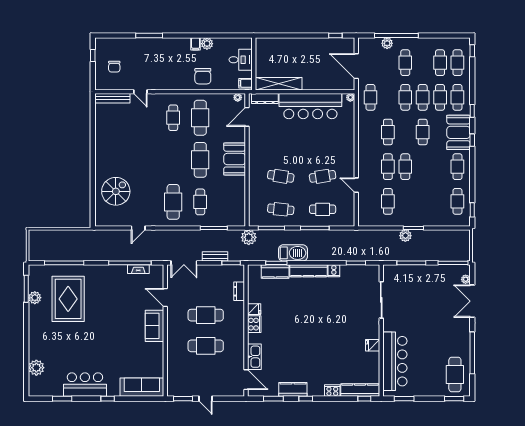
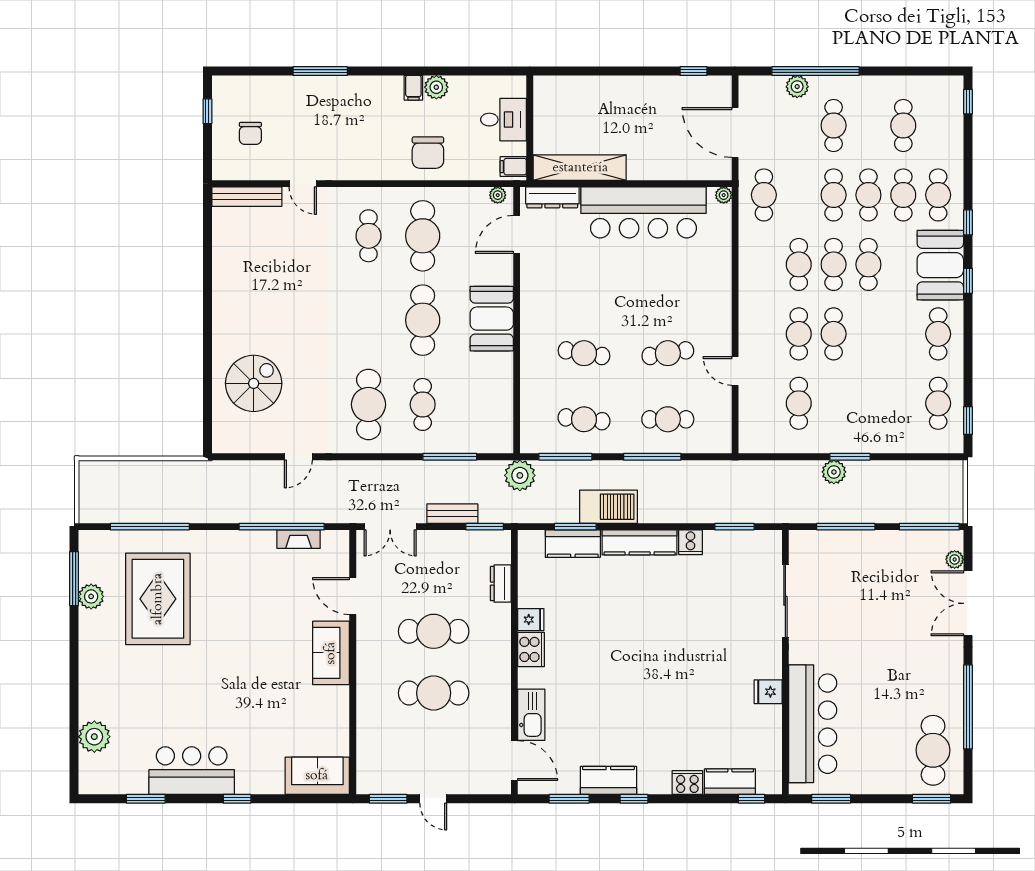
cafe table: (457, 63) -> (834, 264), moved
sofa: (142, 387) -> (317, 776), width x0.73
kitchen counter: (360, 390) -> (730, 782), width x0.67

